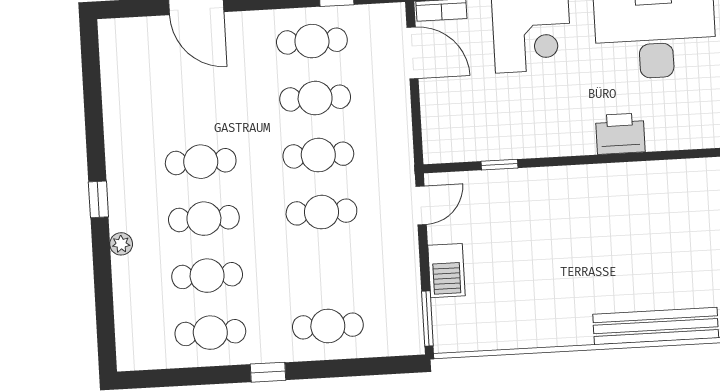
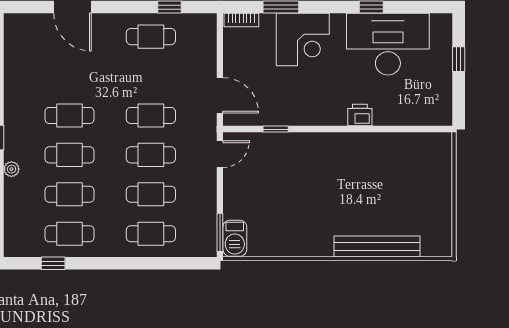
door: (413, 53) -> (220, 95), moved
cafe table: (315, 98) -> (151, 194), moved
printer: (620, 134) -> (360, 115), width x0.73, depth x0.81
barbecue: (446, 271) -> (235, 238), moved
window: (268, 372) -> (53, 263), moved

